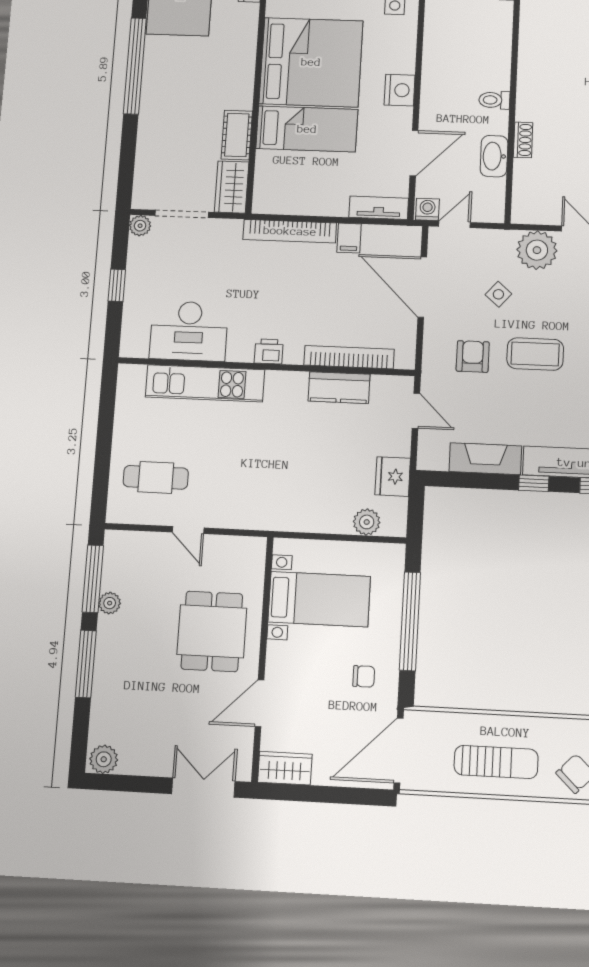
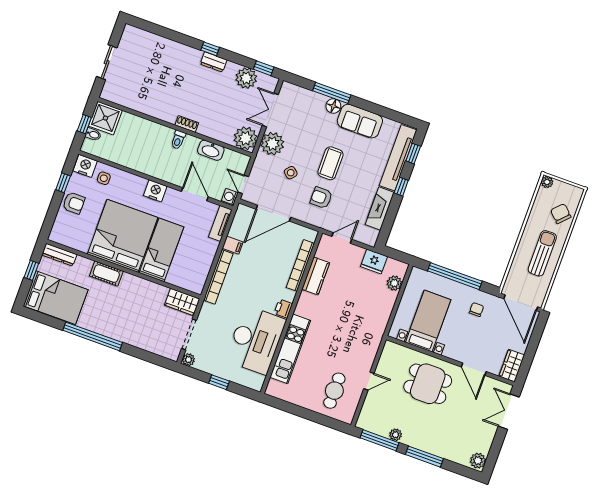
cot: (237, 135) -> (106, 274), moved
shoe rack: (523, 140) -> (187, 124), moved
plant: (532, 205) -> (246, 138), added
desk: (189, 331) -> (256, 340), width x1.36, depth x1.30

